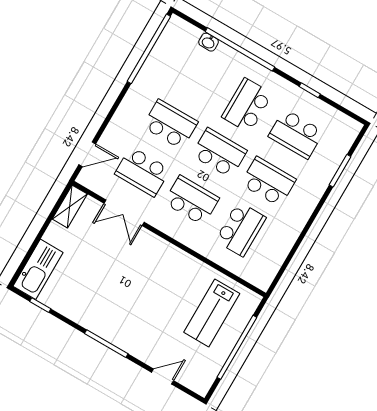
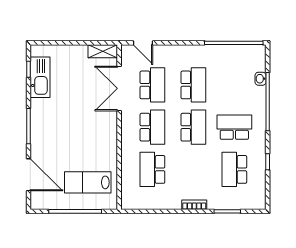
school desk: (142, 172) -> (152, 85), turned 180
school desk: (268, 182) -> (193, 169), removed
bookcase: (310, 205) -> (194, 205), added
double door: (124, 213) -> (119, 88), width x1.37
school desk: (241, 229) -> (152, 169), turned 90
kitchen sink: (38, 269) -> (40, 77), moved, turned -90
door: (163, 377) -> (28, 175), width x1.87

